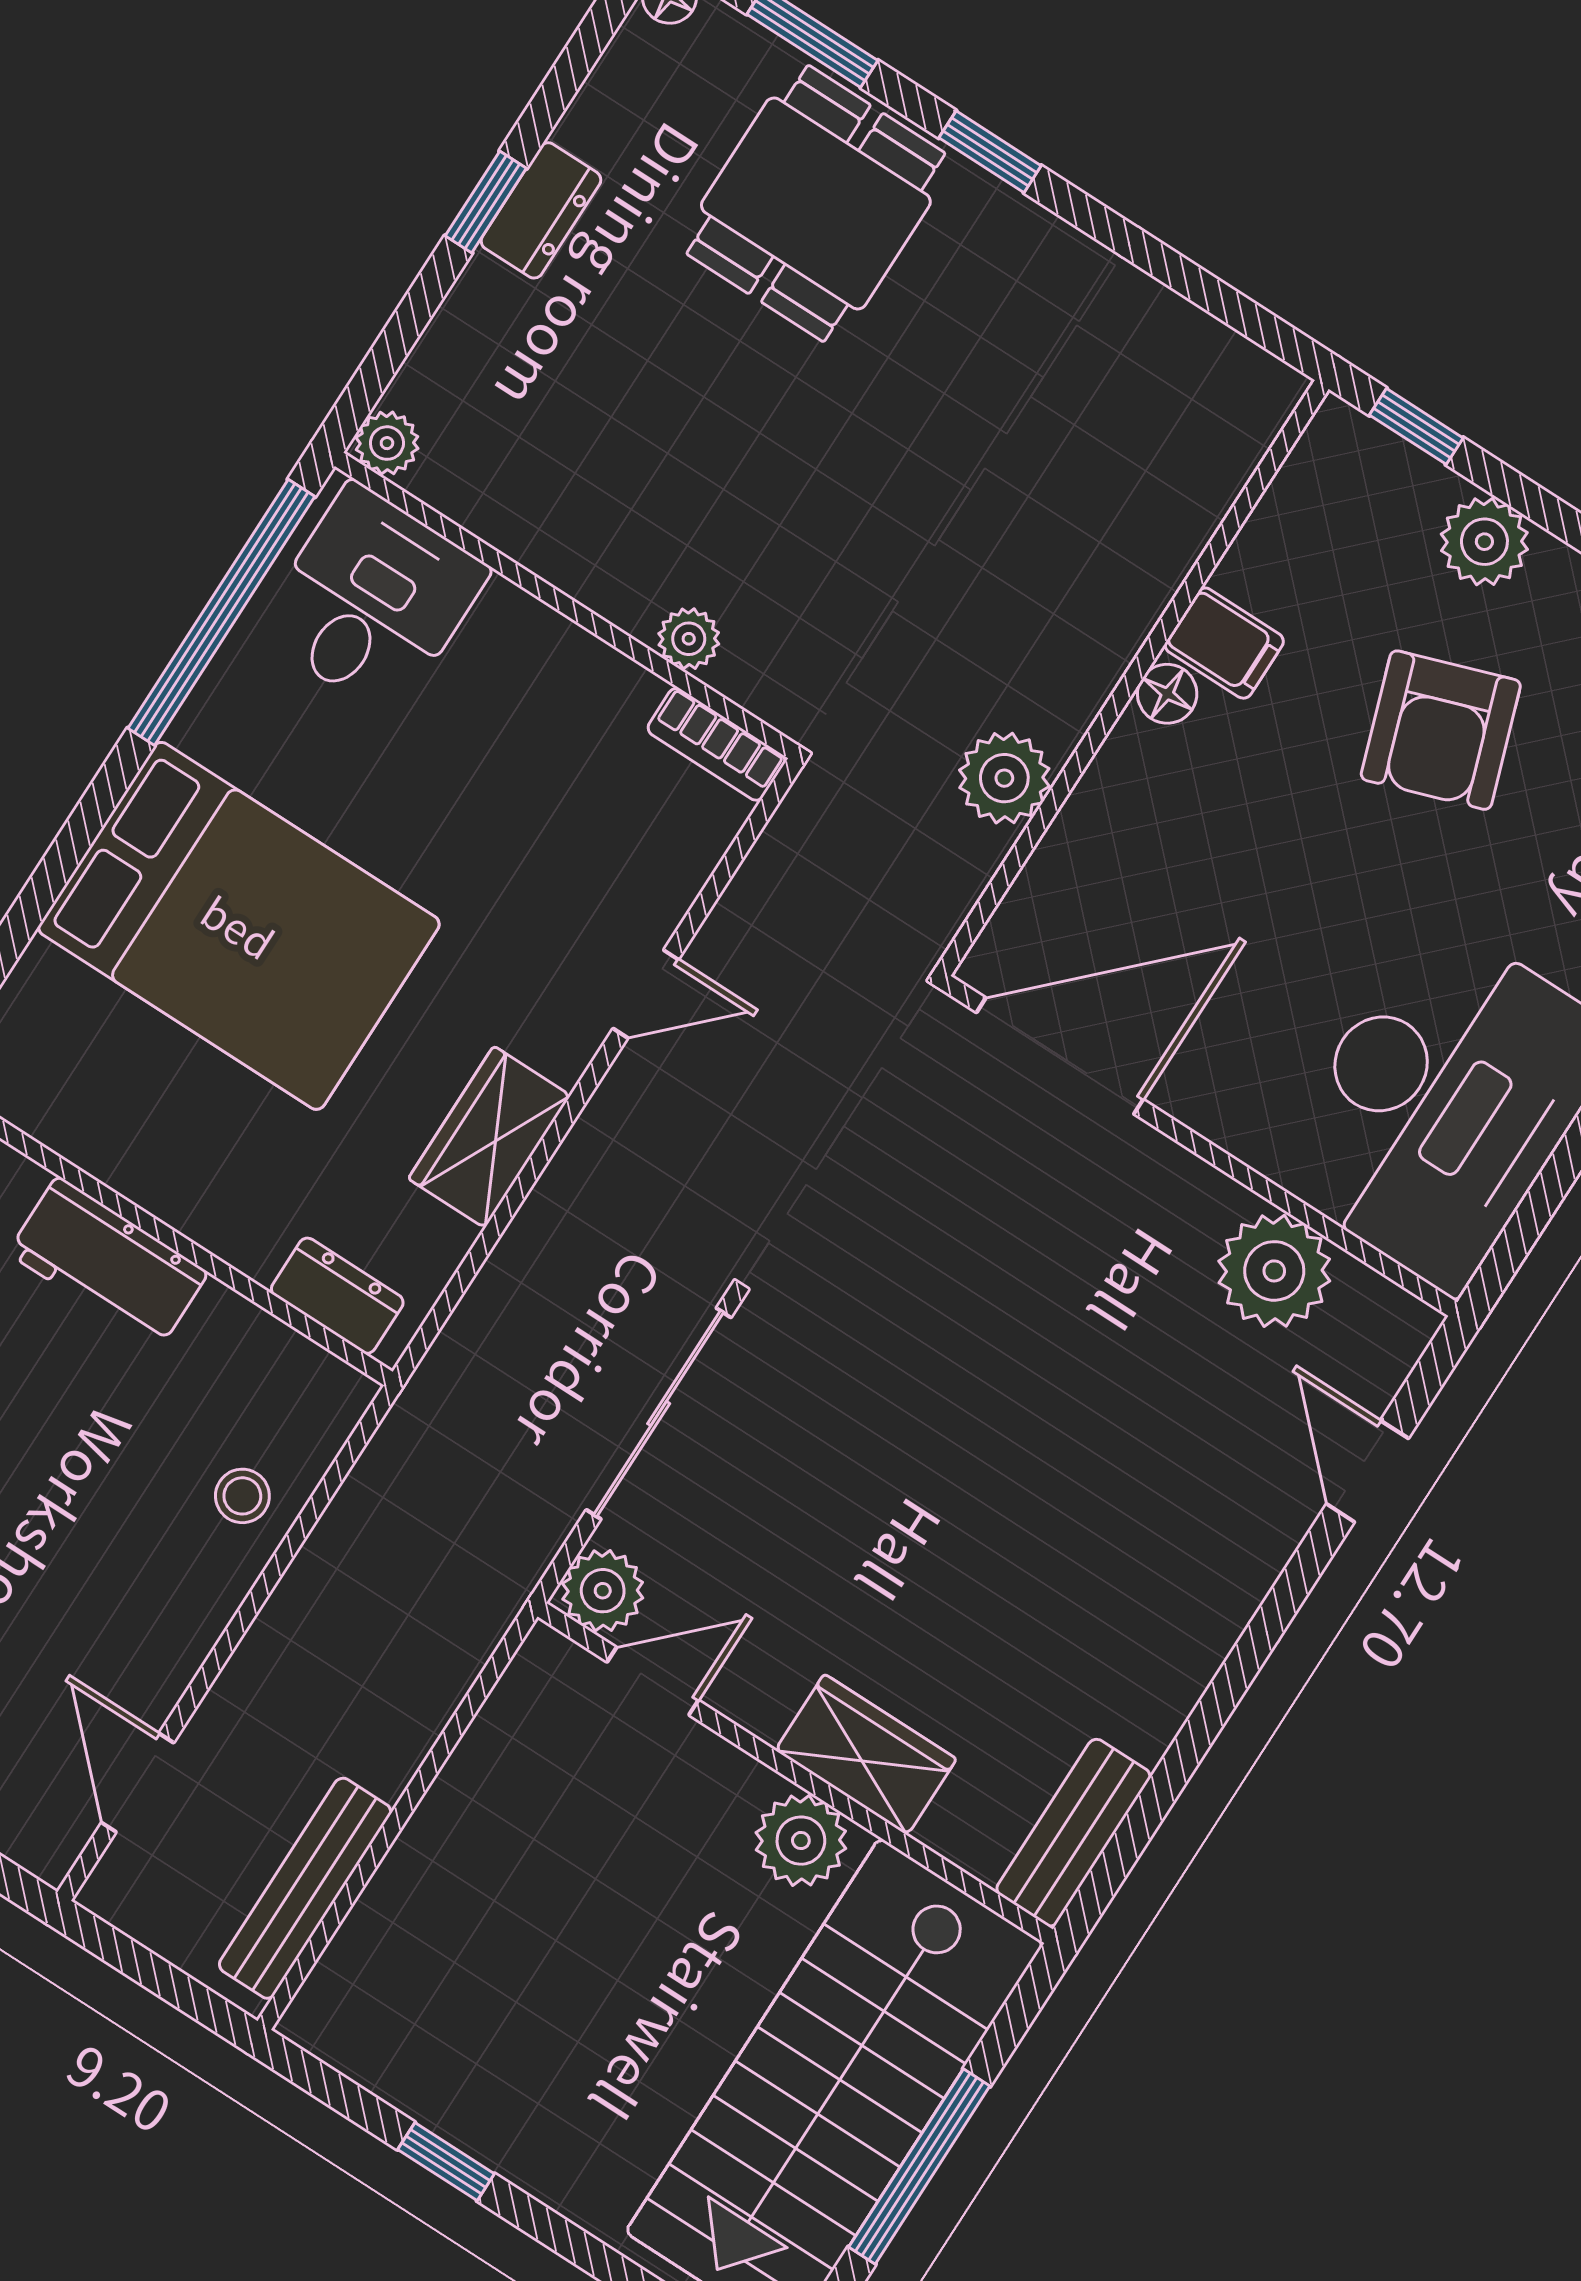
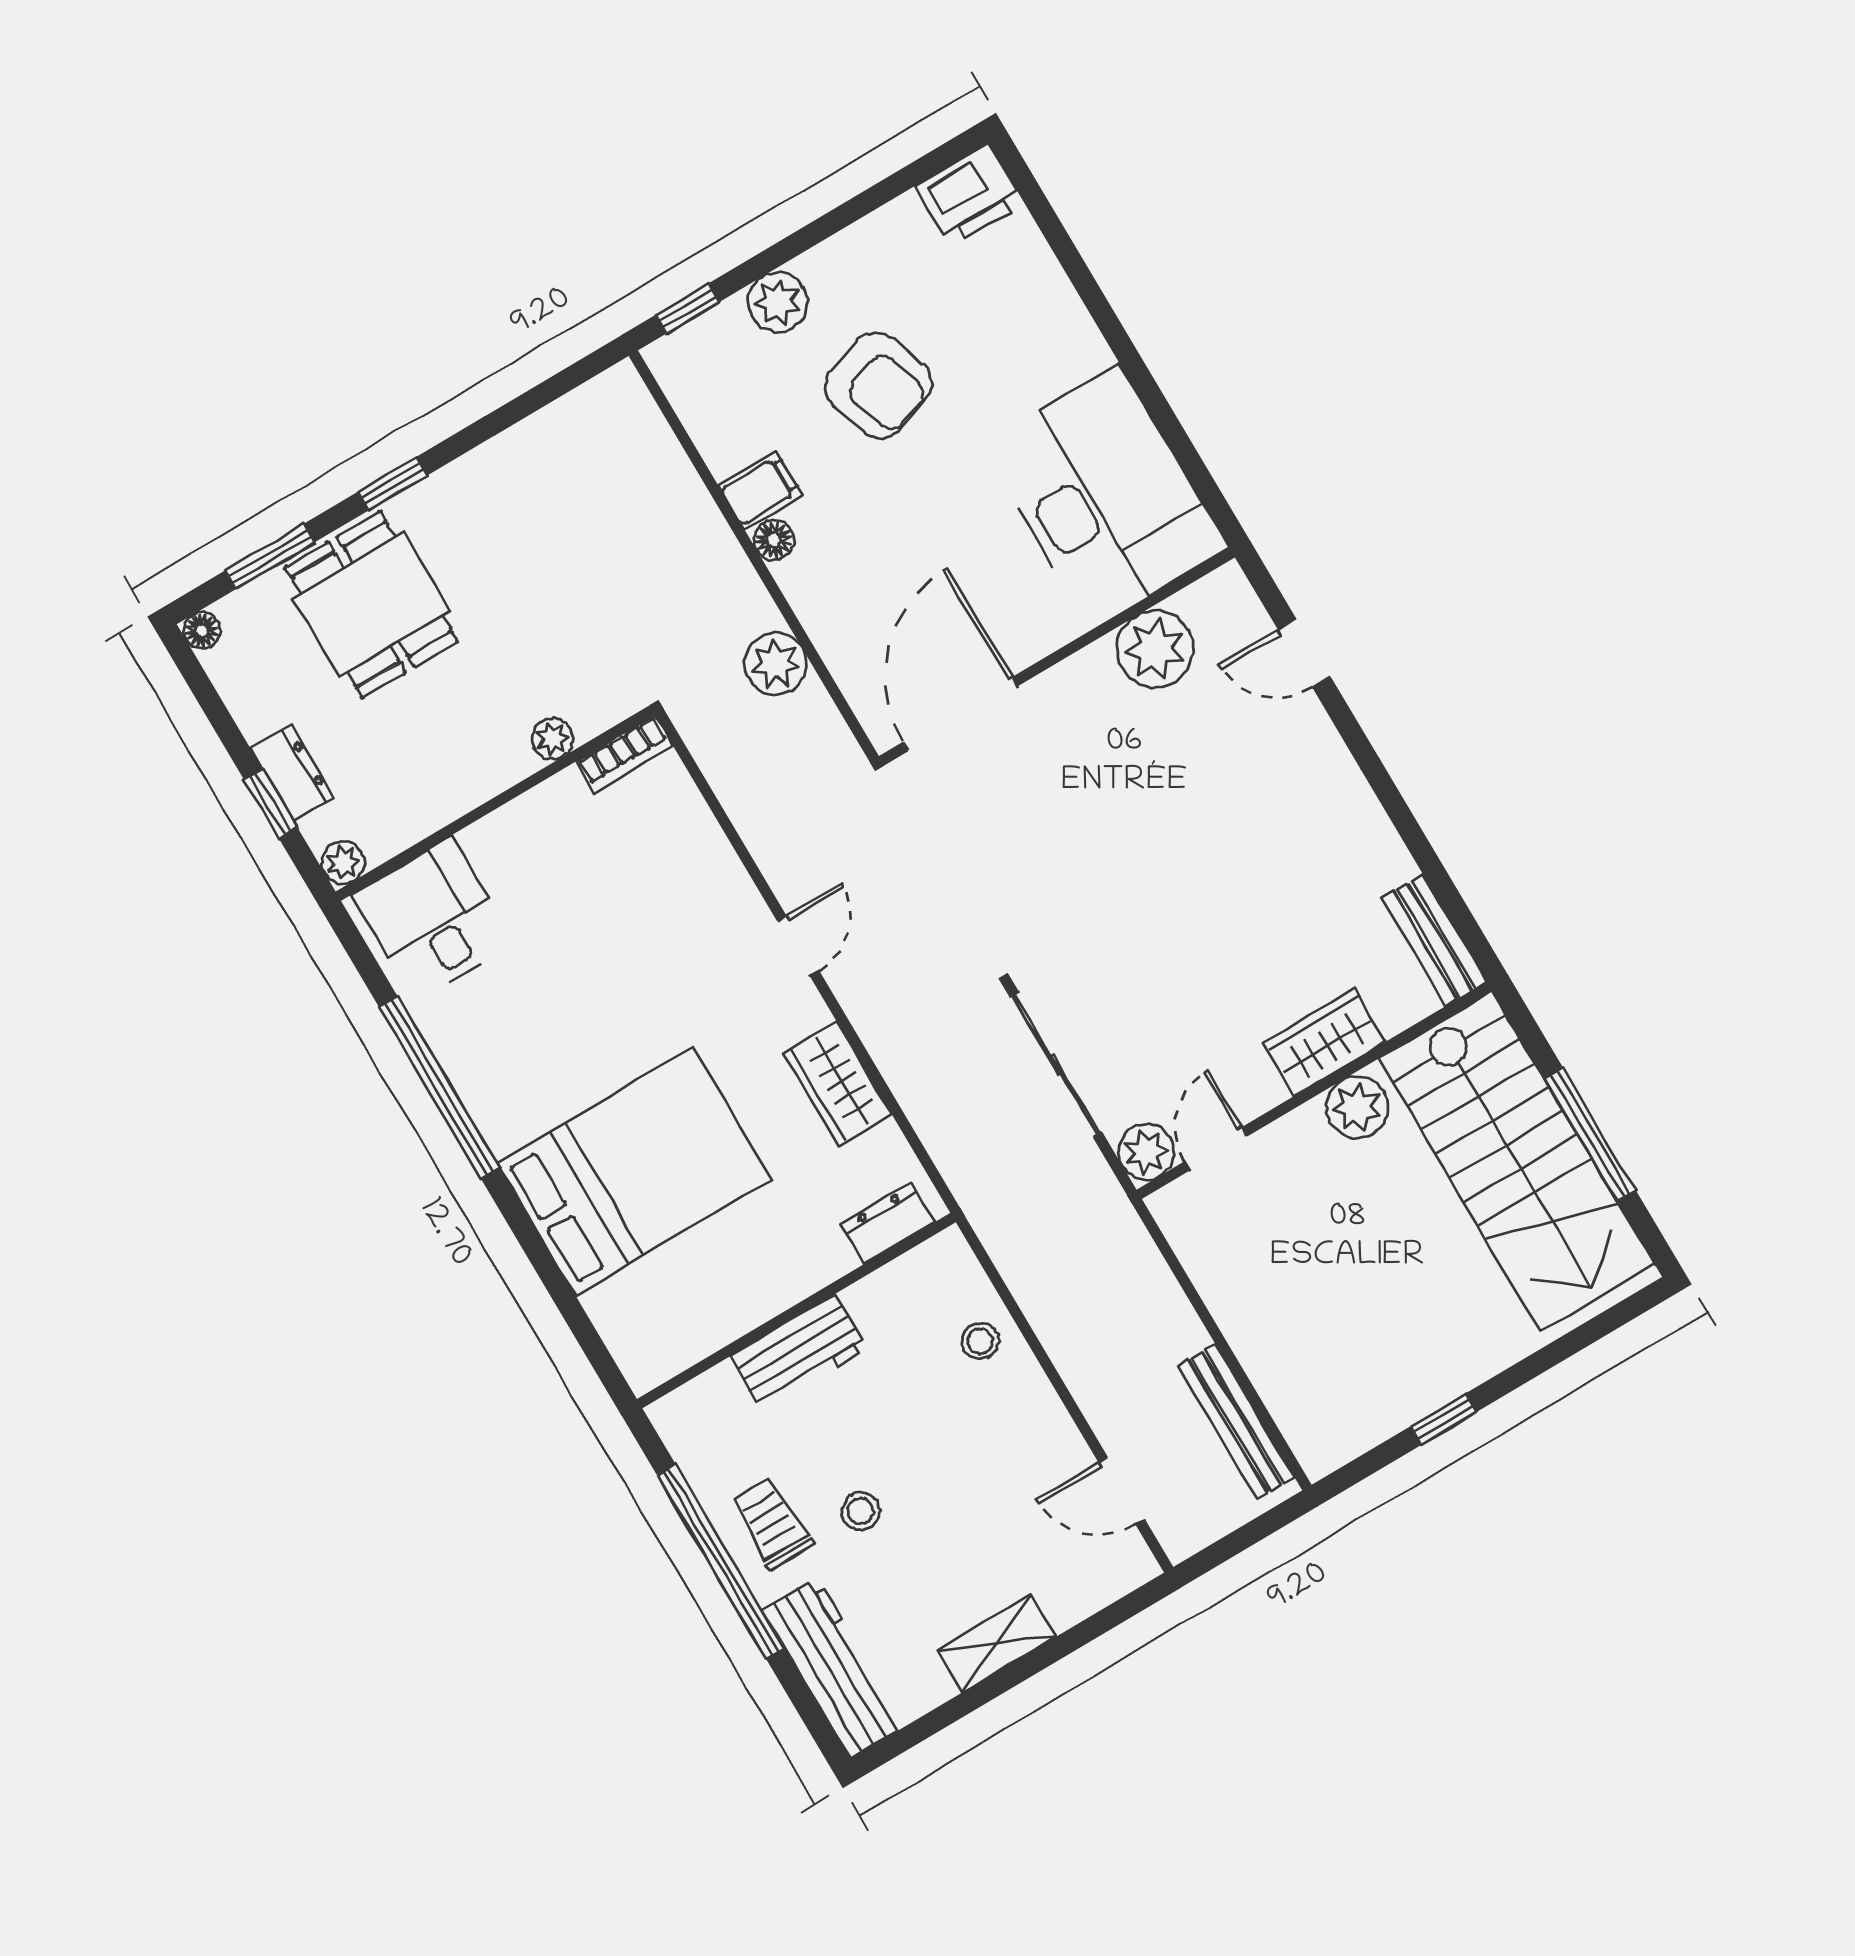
plant: (387, 443) -> (343, 862), moved
desk: (372, 600) -> (434, 919), moved
wall: (566, 605) -> (495, 803), moved
plant: (689, 639) -> (552, 739), moved
bookcase: (717, 744) -> (625, 754), moved

